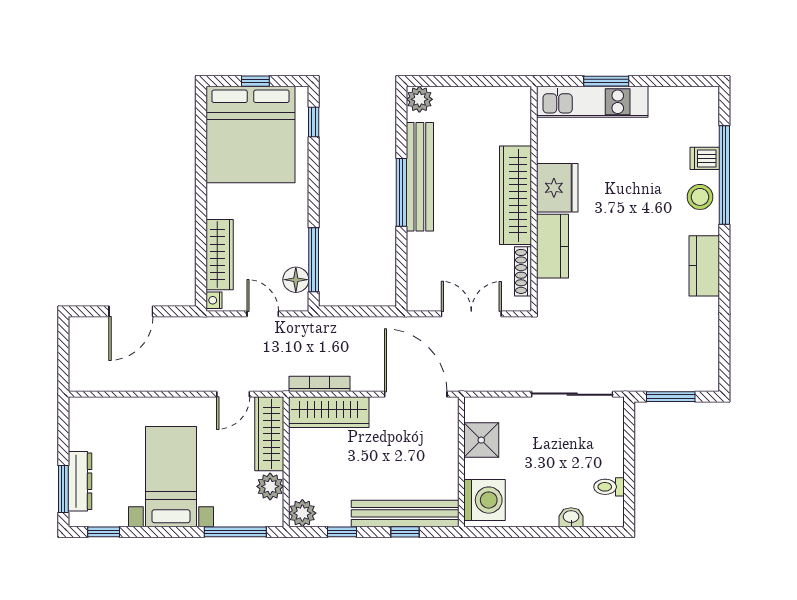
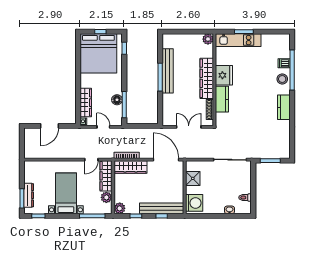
plant: (419, 99) -> (208, 39), moved
floor lamp: (296, 280) -> (117, 100), moved

